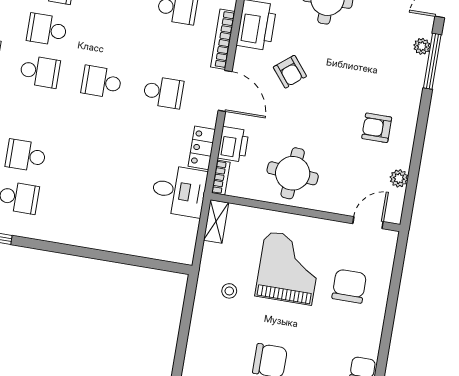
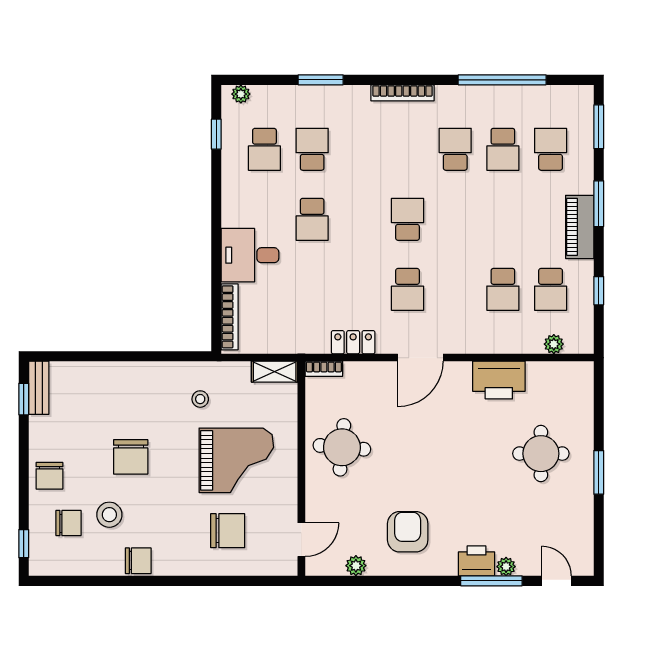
bookcase: (223, 39) -> (230, 317), moved, turned 90
school desk: (40, 72) -> (312, 219), moved
armchair: (290, 72) -> (454, 425), removed
armchair: (377, 128) -> (408, 532), width x1.38, depth x1.38
printer: (233, 144) -> (476, 561), moved, turned 180
desk: (179, 191) -> (250, 255), moved, turned 90
door: (368, 223) -> (301, 540), hinge flipped

